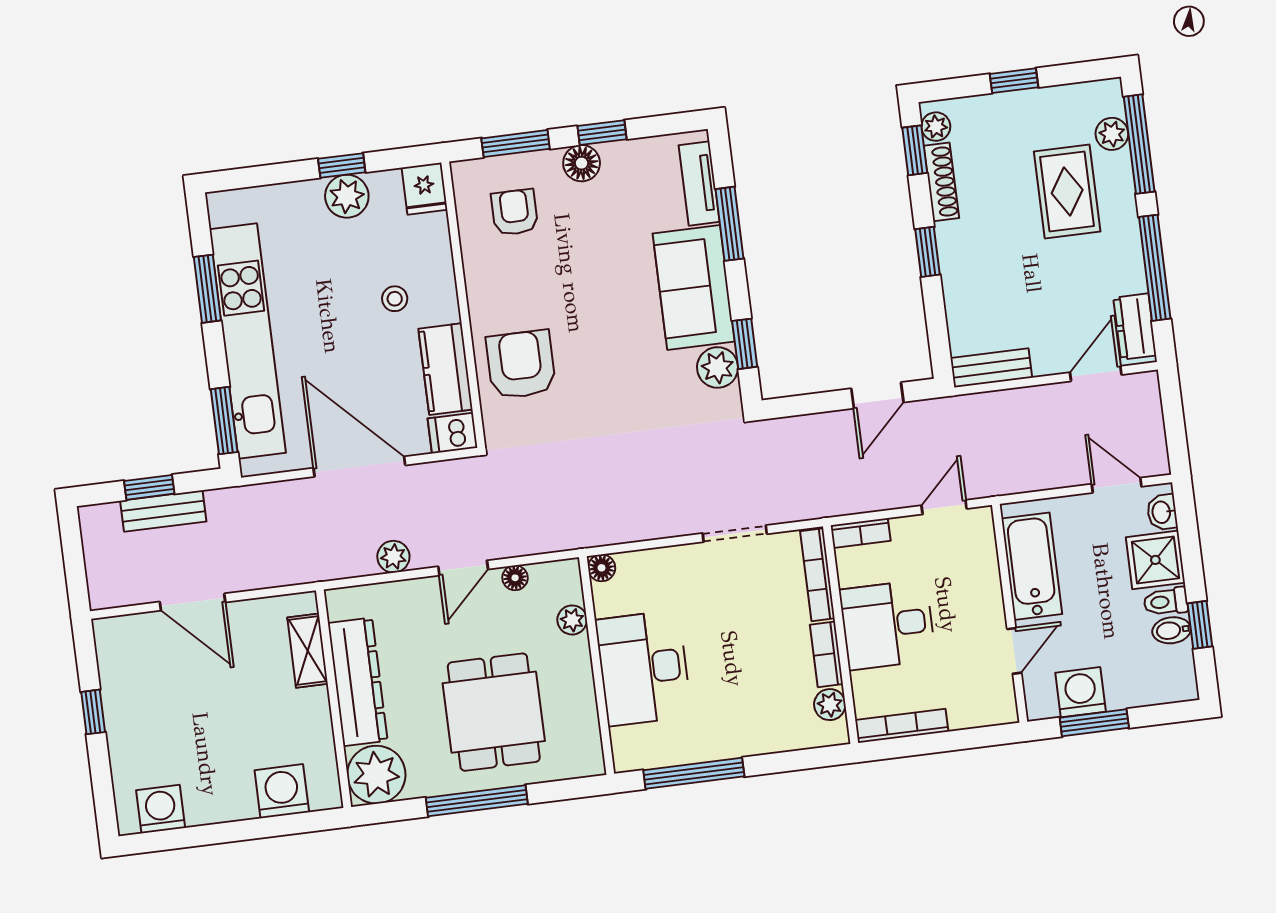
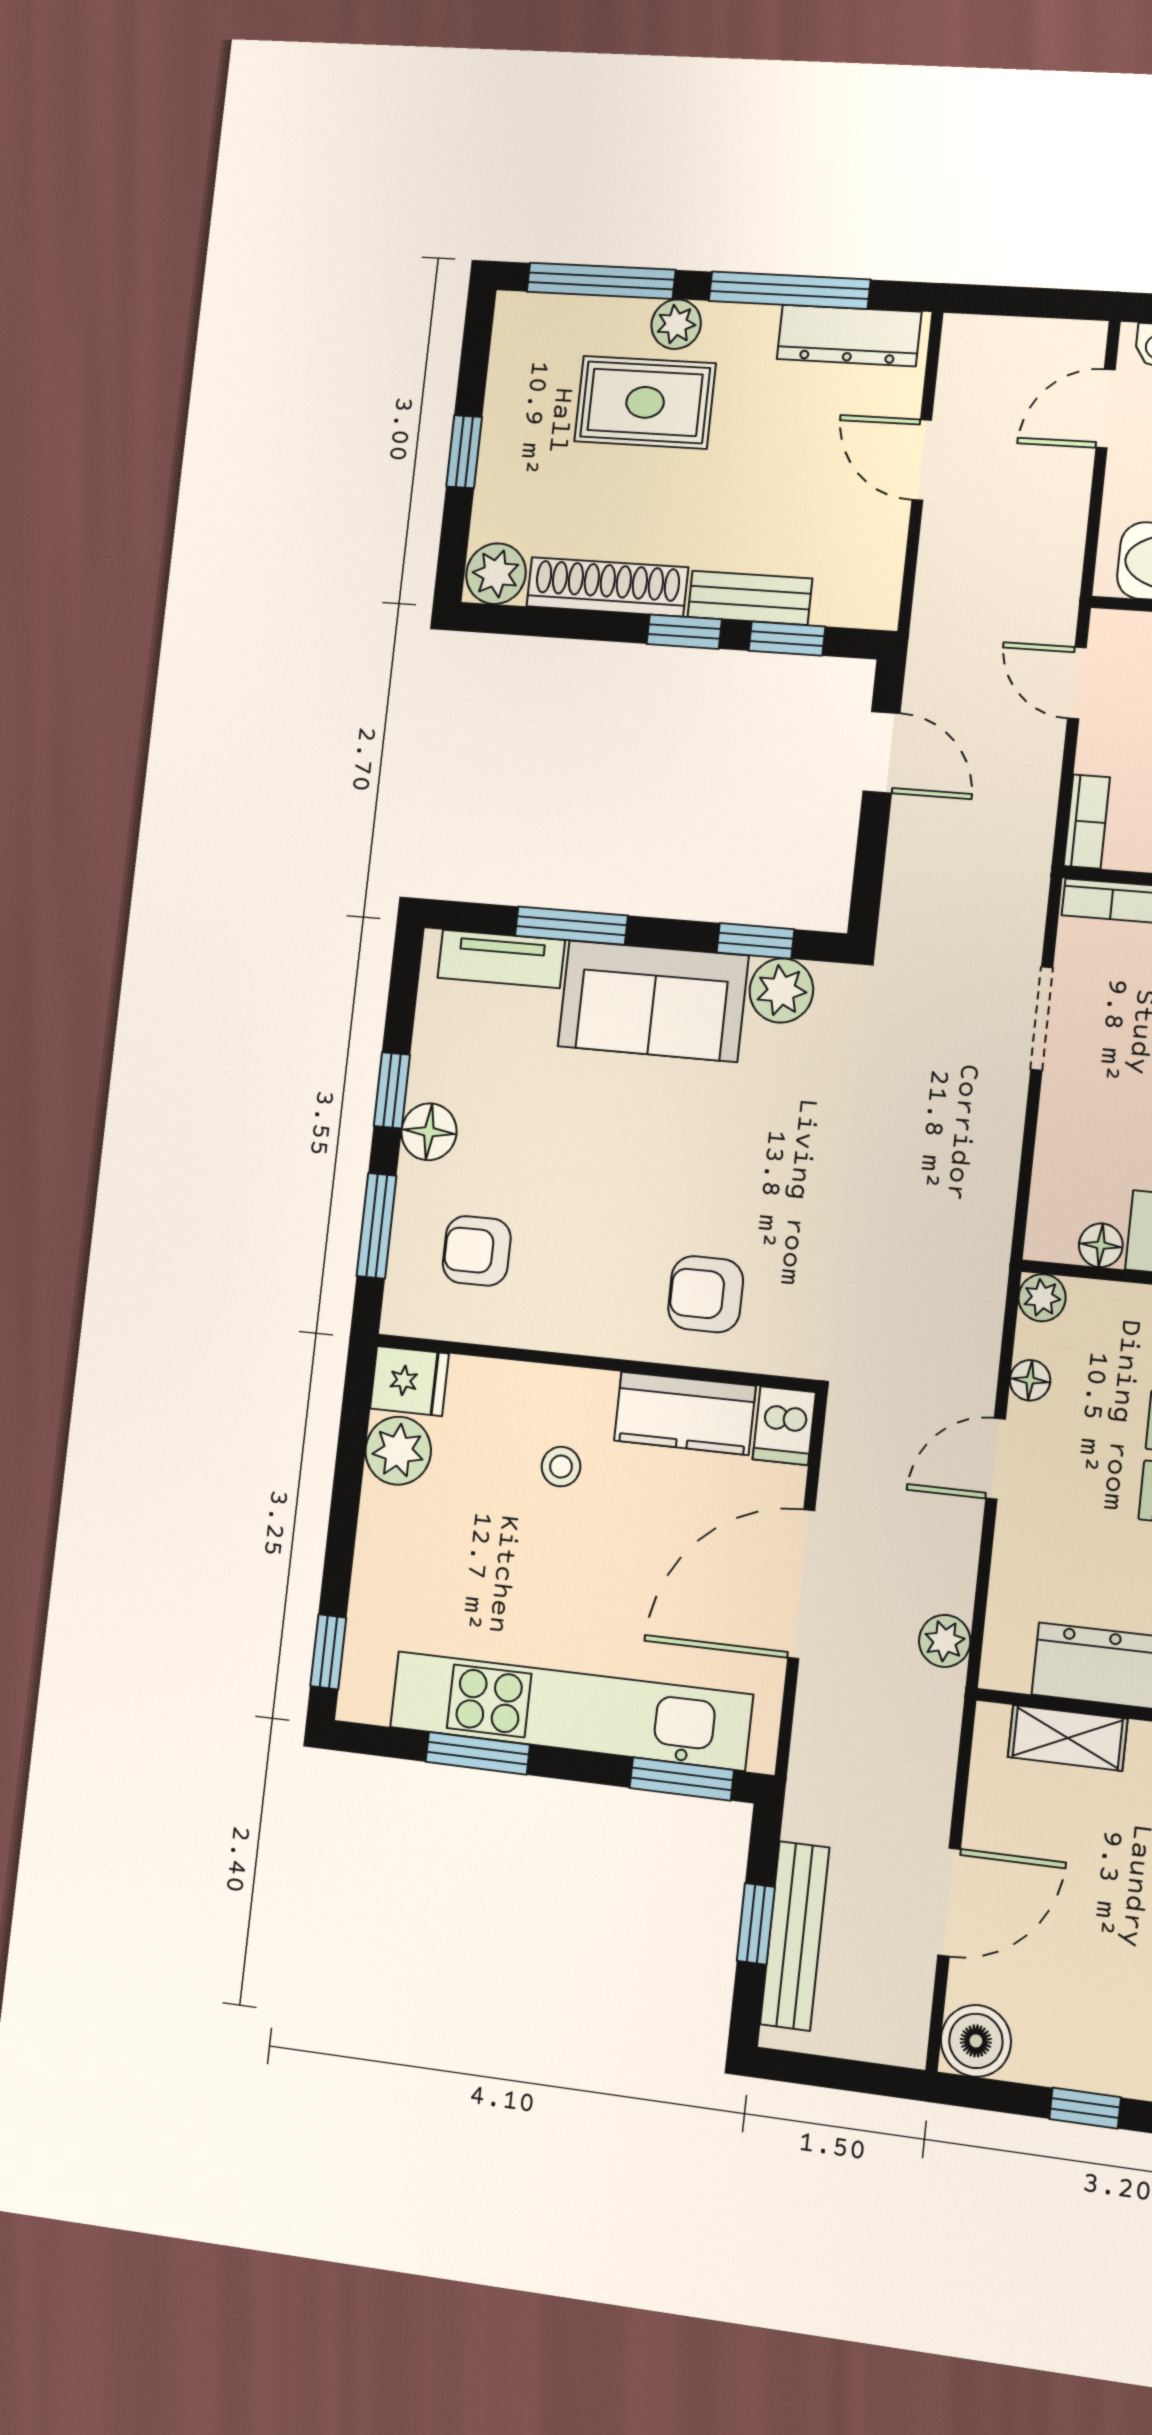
plant: (936, 127) -> (496, 574), width x1.38, depth x1.38
plant: (1112, 134) -> (676, 324), moved
window: (915, 150) -> (787, 639), moved
window: (342, 166) -> (328, 1652), moved
shoe rack: (941, 182) -> (607, 587), width x1.36, depth x1.24
plant: (347, 196) -> (398, 1451), moved
dresser: (1135, 327) -> (849, 335), width x1.44
armchair: (521, 365) -> (706, 1294), width x0.72, depth x0.72
bench: (991, 368) -> (750, 598), moved, turned 90
door: (1096, 374) -> (922, 460), moved
bench: (163, 511) -> (795, 1936), width x1.36
plant: (393, 557) -> (945, 1641), moved
door: (463, 568) -> (996, 1459), swing flipped
floor lamp: (602, 568) -> (1101, 1245), moved
plant: (572, 620) -> (1042, 1298), moved
boiler: (115, 638) -> (976, 2041), added

